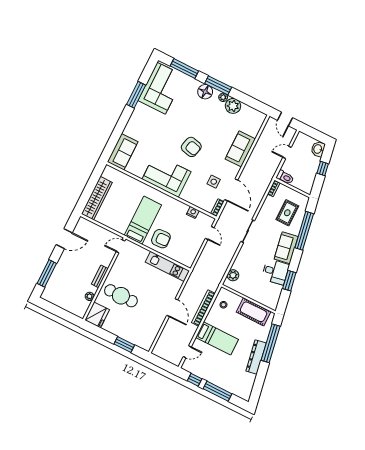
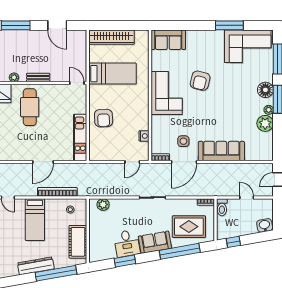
armchair: (191, 147) -> (200, 81), moved
sofa: (240, 149) -> (221, 151), width x1.36
window: (323, 169) -> (233, 242), moved
rug: (287, 213) -> (189, 227), width x1.36, depth x1.43
bed: (143, 220) -> (113, 74), moved

